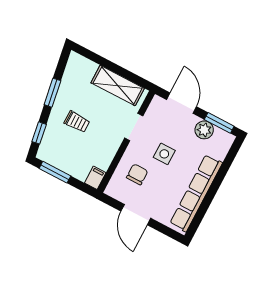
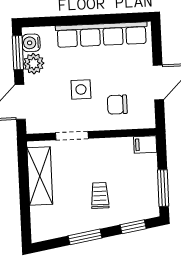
water cooler: (221, 137) -> (31, 43), added

